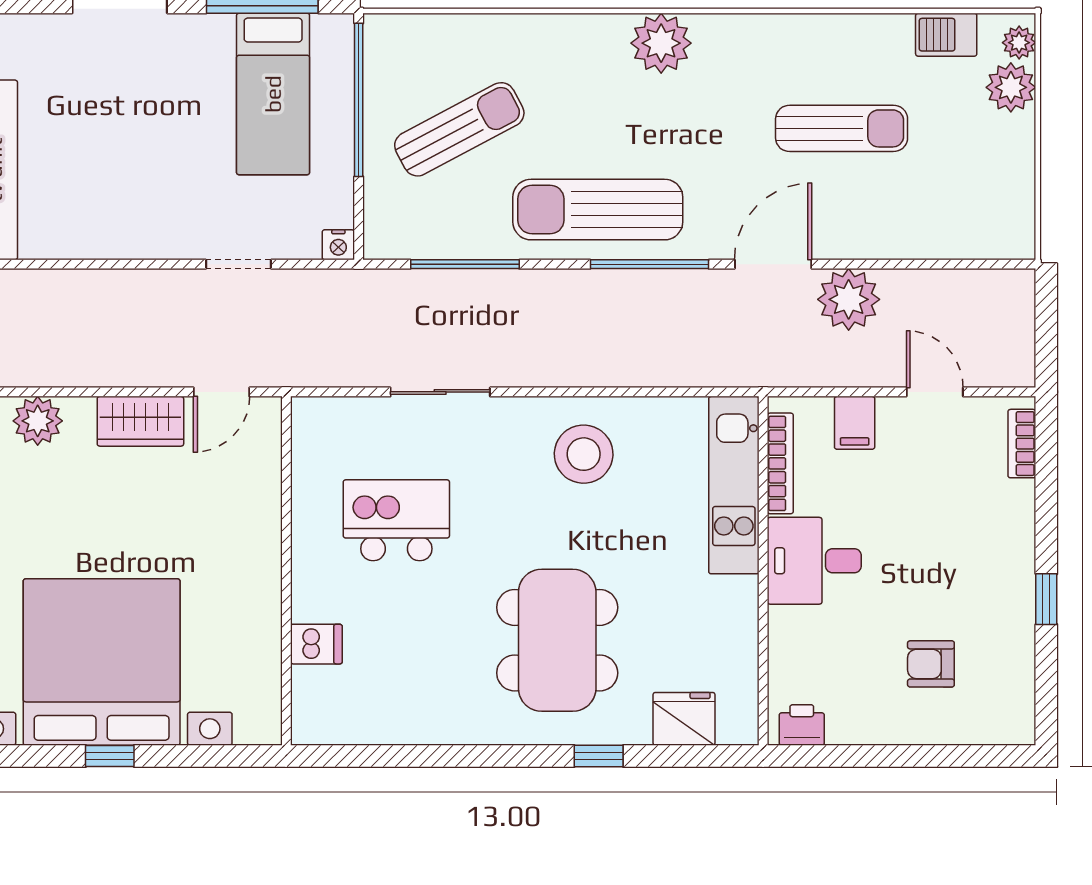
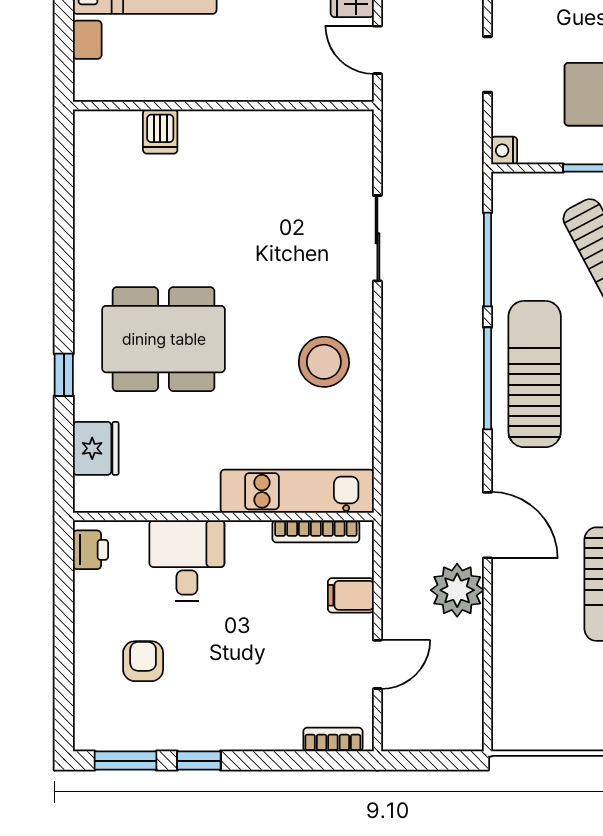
window: (650, 264) -> (487, 378), moved
kitchen island: (396, 520) -> (267, 200), removed
desk: (814, 561) -> (187, 561), moved
window: (1046, 684) -> (125, 761), added

